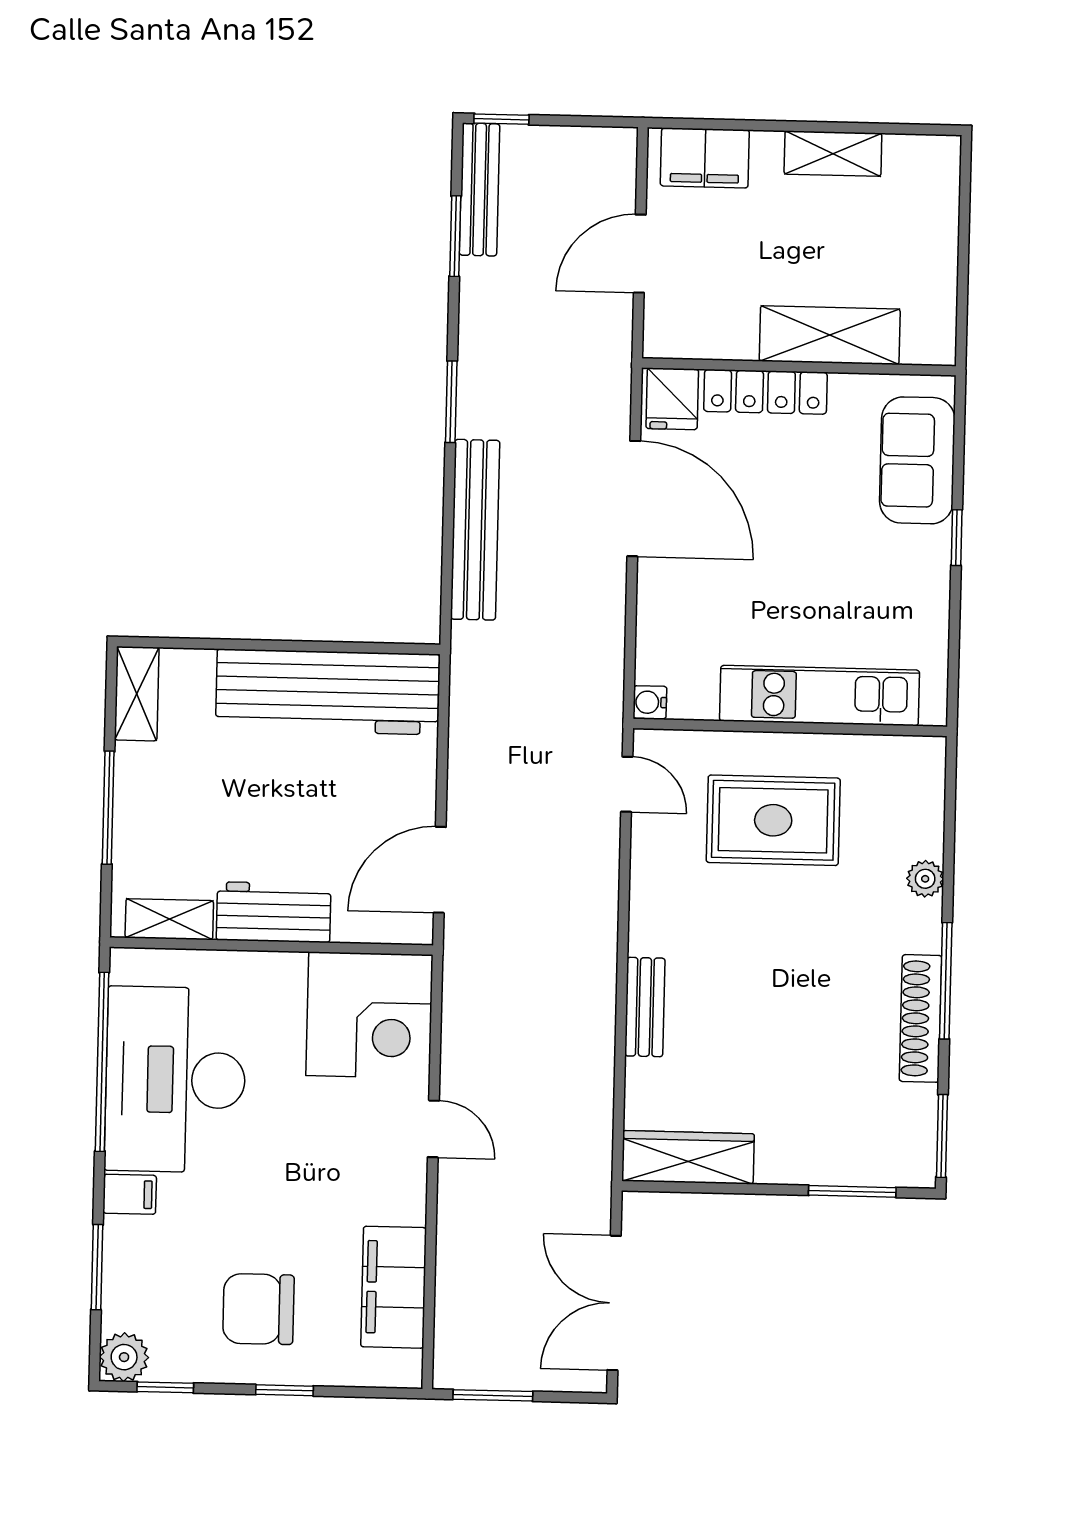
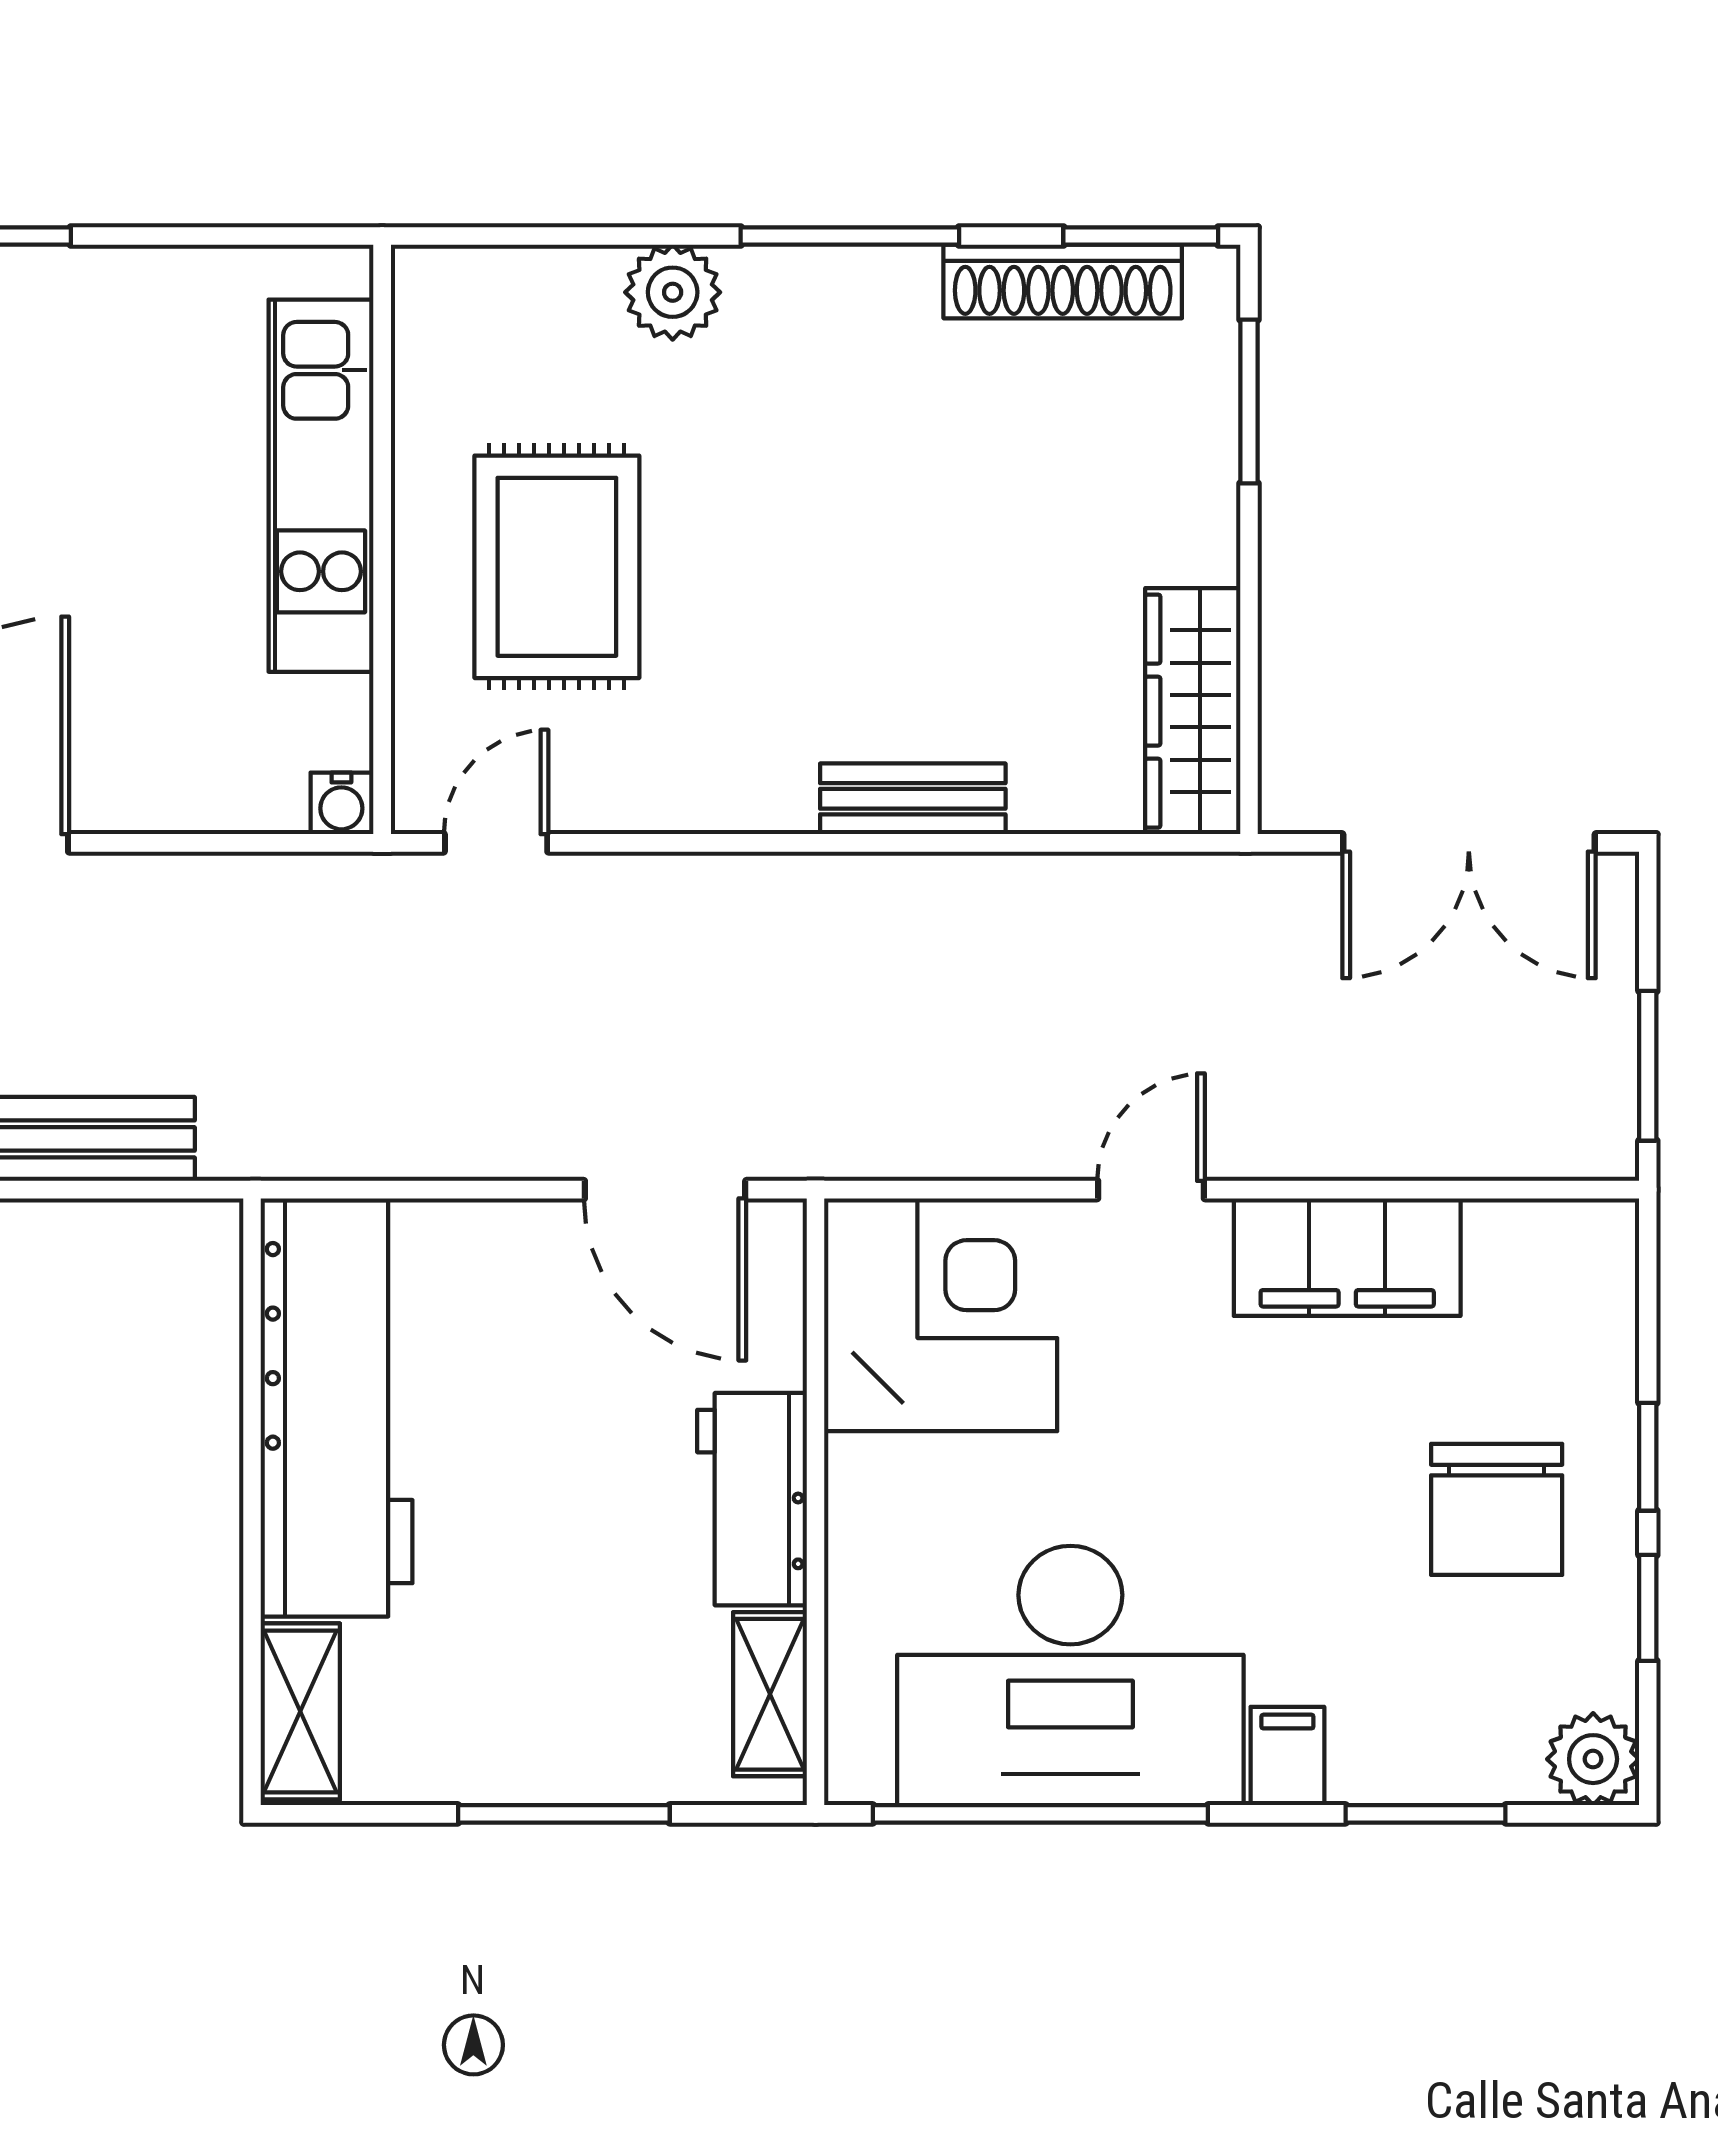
shelving: (137, 694) -> (300, 1711), moved, turned 90
plant: (925, 879) -> (673, 292), width x1.38, depth x1.38
shoe rack: (921, 1018) -> (1063, 282), moved
filing cabinet: (394, 1287) -> (1347, 1257), moved
window: (165, 1387) -> (1648, 1608), moved

